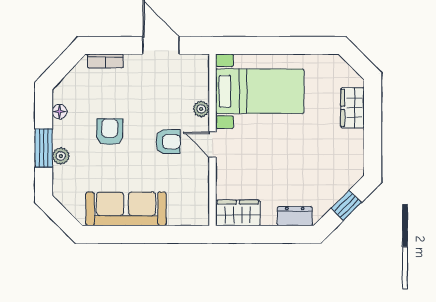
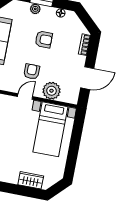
plant: (201, 109) -> (51, 91), width x1.87, depth x1.87
armchair: (168, 142) -> (32, 72), turned 180

